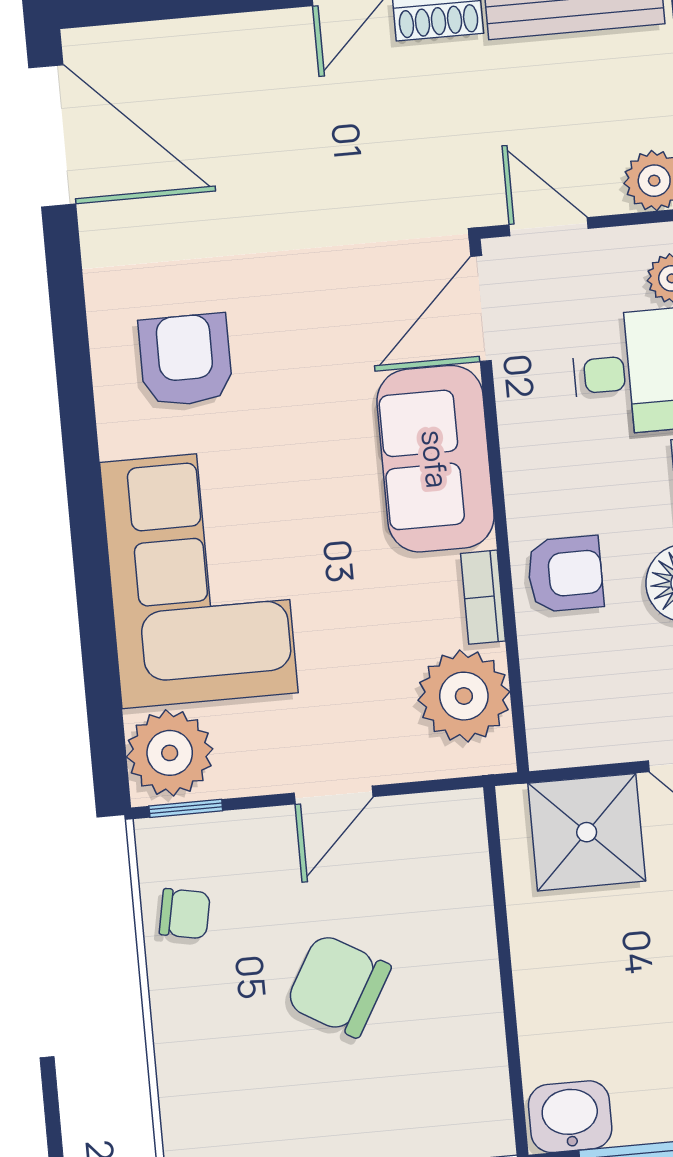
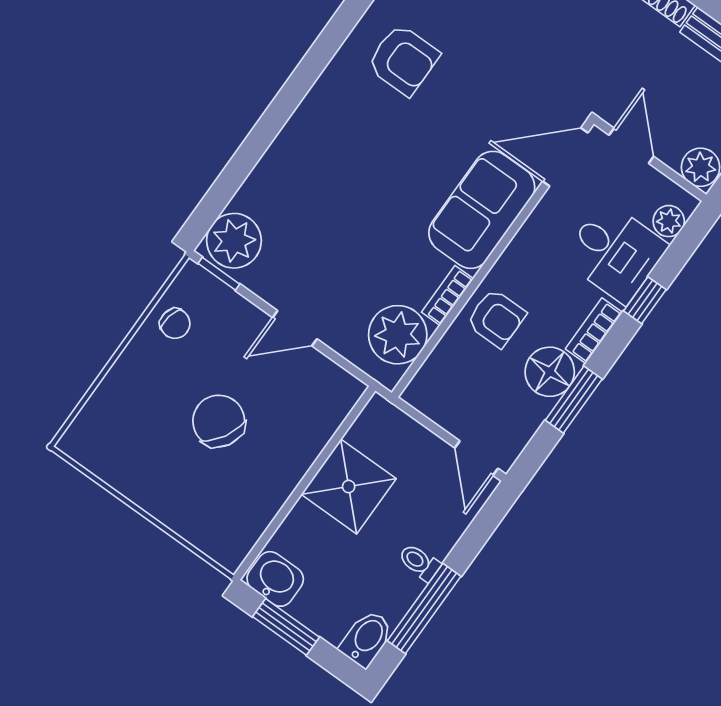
armchair: (185, 360) -> (403, 60), turned 90
corner sofa: (199, 578) -> (320, 169), removed
shower: (587, 832) -> (349, 487), moved

